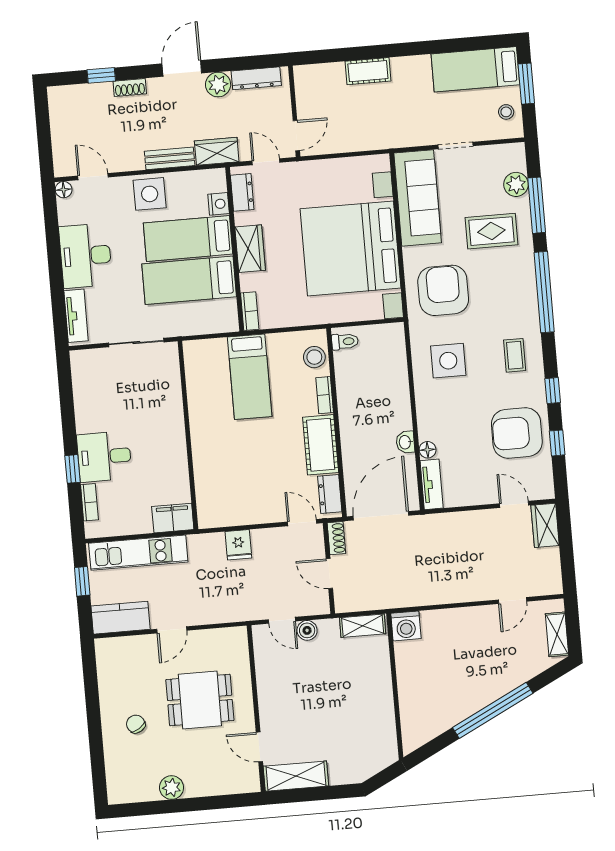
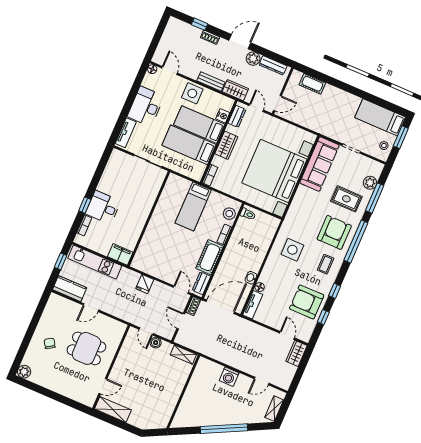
cot: (368, 71) -> (312, 84), moved
armchair: (443, 290) -> (334, 232), moved
washing machine: (406, 626) -> (229, 377), moved
door: (259, 747) -> (103, 386), swing flipped
plant: (172, 788) -> (24, 372), moved

